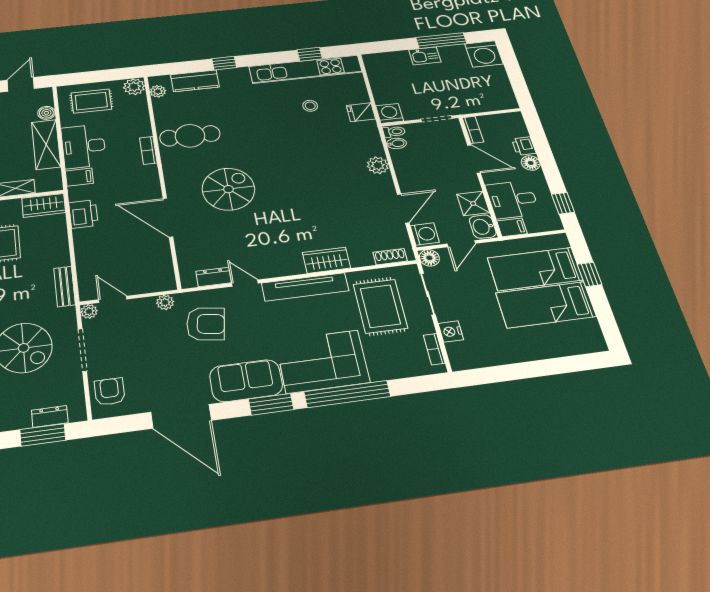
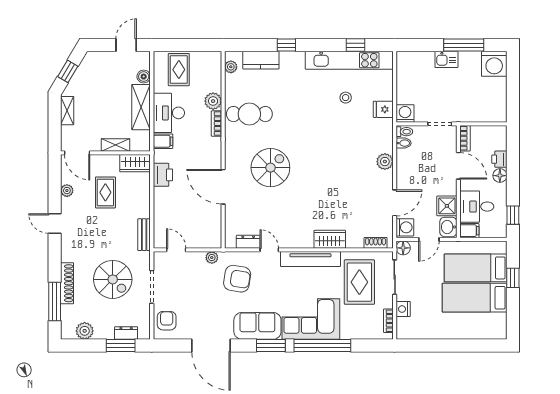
plant: (134, 87) -> (213, 101), moved
rug: (91, 101) -> (179, 70), turned 90
plant: (89, 311) -> (159, 257), removed

